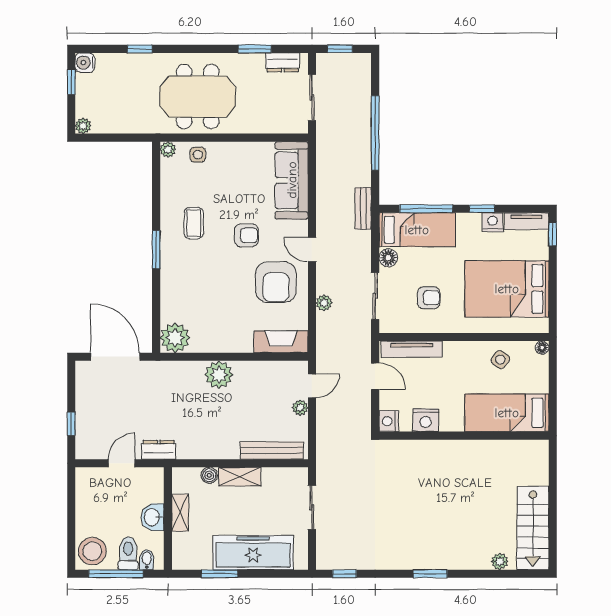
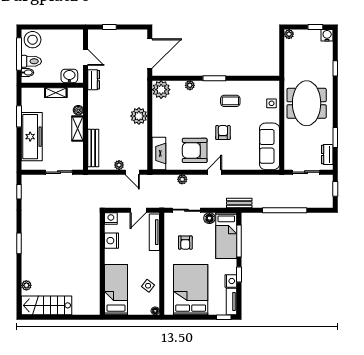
plant: (168, 150) -> (190, 85), moved
sofa: (292, 180) -> (269, 146), moved, turned -90
armchair: (246, 235) -> (223, 133), turned 180
washbasin: (152, 517) -> (69, 76), moved

